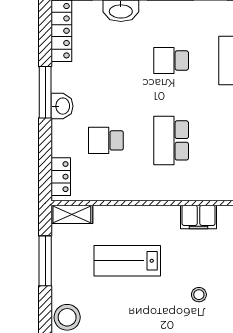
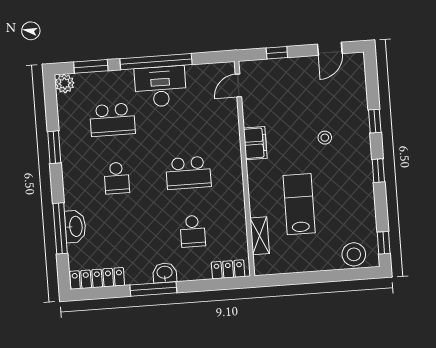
shelving: (72, 214) -> (260, 236), moved
window: (45, 261) -> (305, 278), removed
lab bench: (127, 261) -> (299, 204), turned 180

